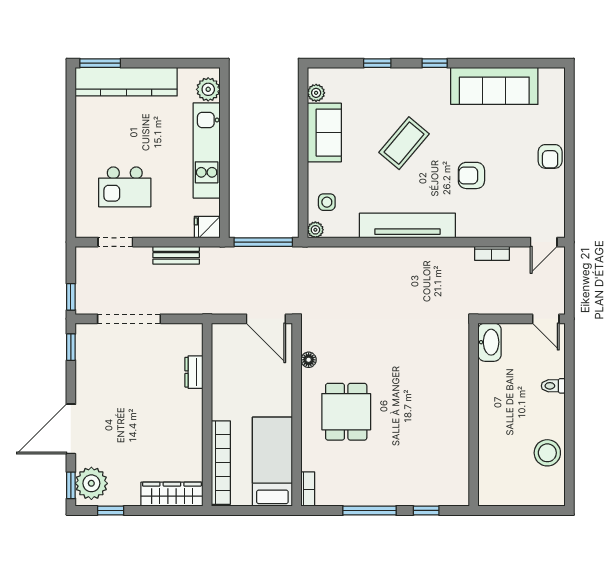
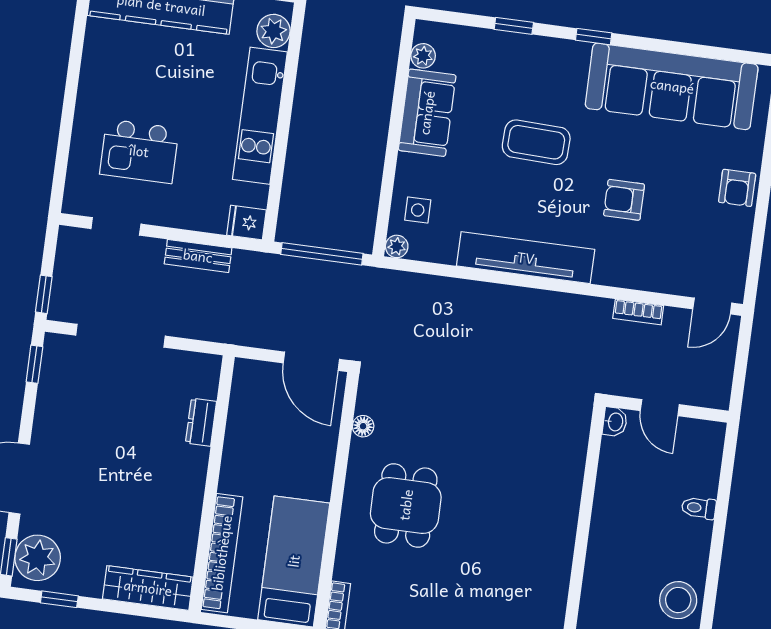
sofa: (494, 86) -> (672, 86), width x1.36, depth x1.27
coffee table: (404, 143) -> (536, 142), turned 52
door: (546, 319) -> (660, 408), moved
washbasin: (489, 342) -> (615, 422), width x0.52, depth x0.69

